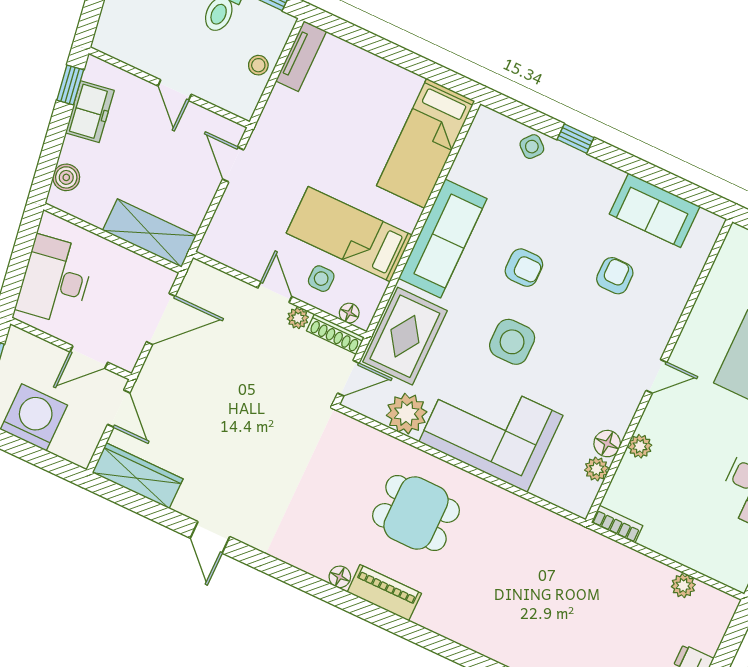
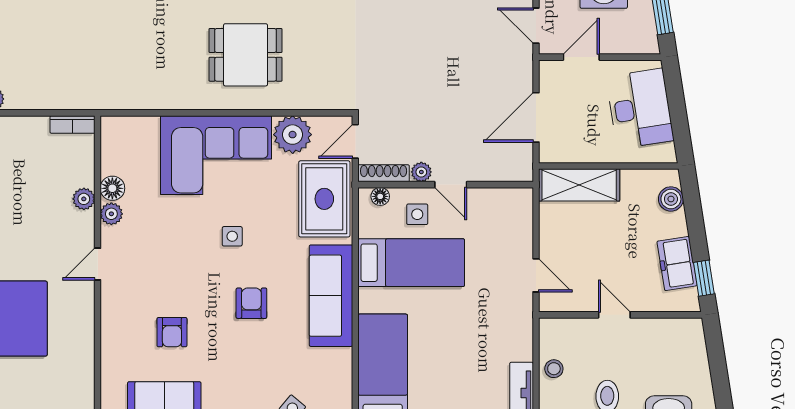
armchair: (524, 268) -> (251, 303), turned 90
side table: (512, 342) -> (232, 236), width x0.54, depth x0.54
plant: (596, 469) -> (111, 214), moved

